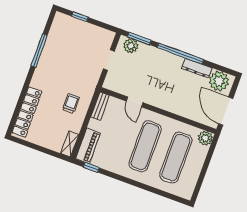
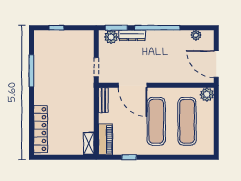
doorway: (109, 60) -> (96, 67), moved
dresser: (197, 68) -> (132, 35), moved
plant: (219, 81) -> (196, 35), width x0.53, depth x0.53
door: (135, 102) -> (133, 85), width x1.87
trolley: (71, 104) -> (77, 107), removed
window: (91, 167) -> (129, 157), moved

